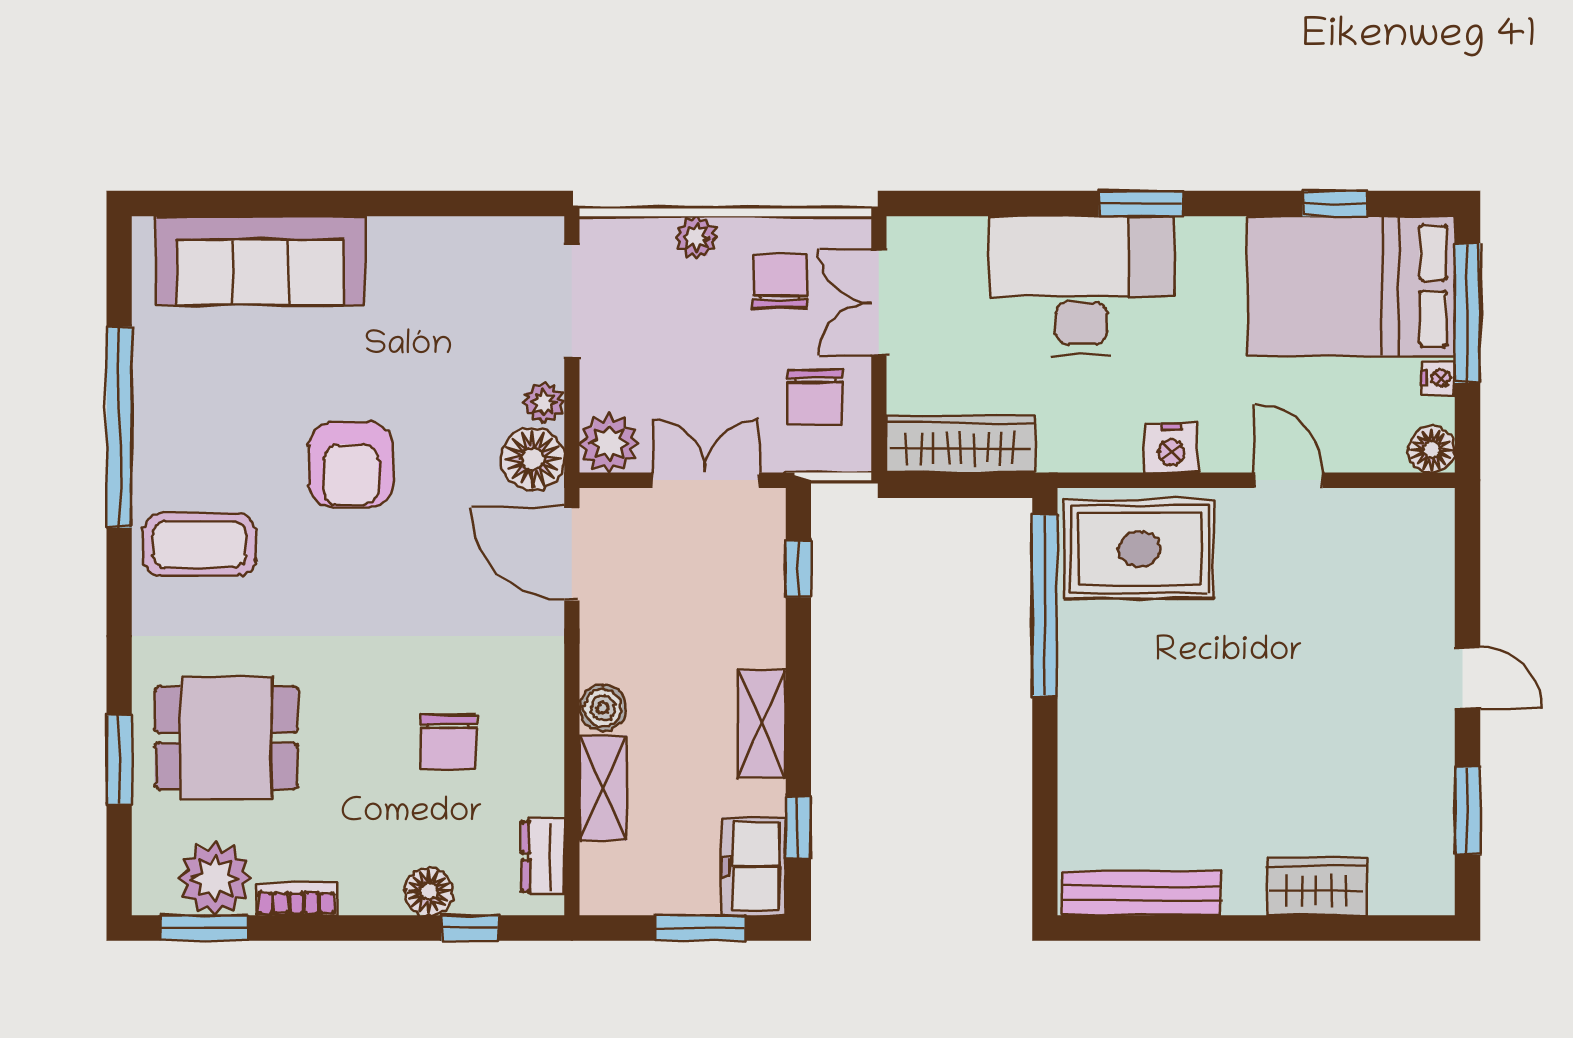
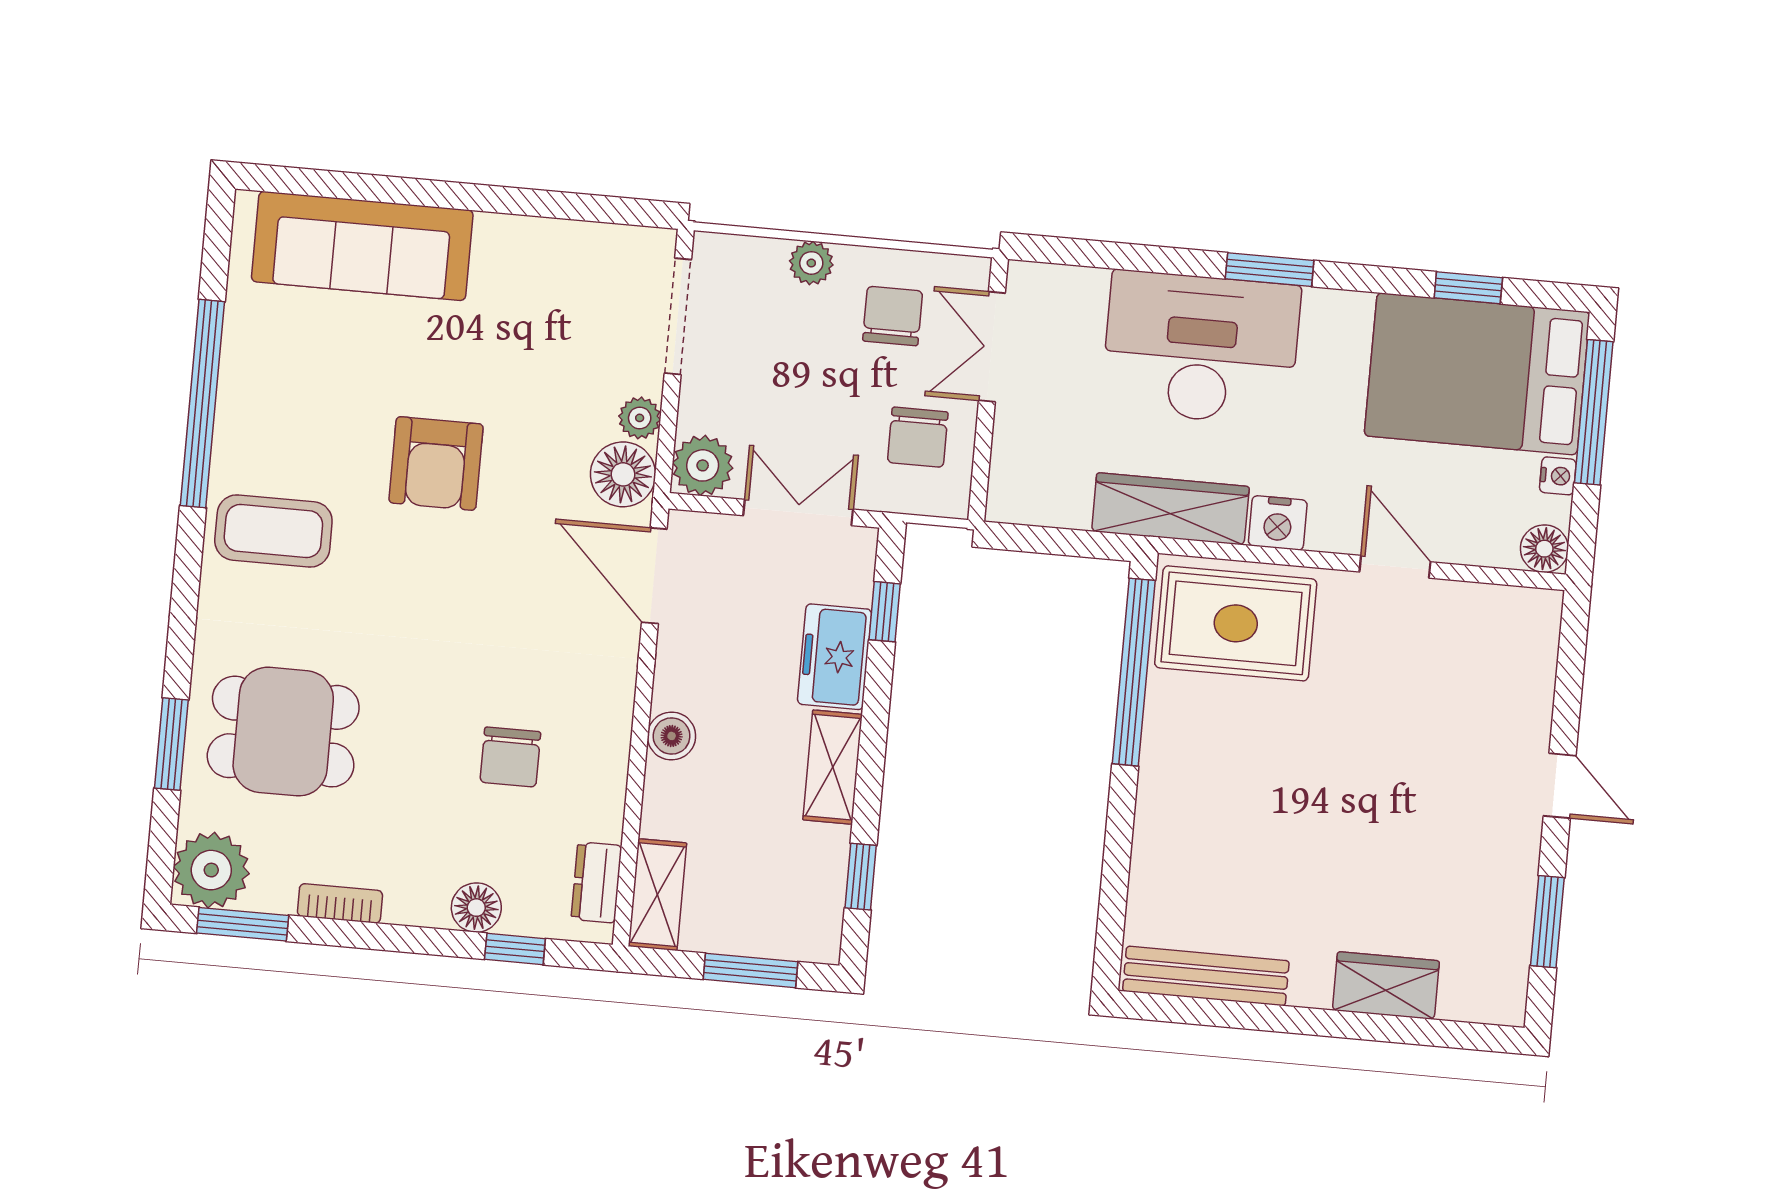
wardrobe: (961, 444) -> (1170, 509), moved
shelving: (603, 788) -> (657, 895), moved
freezer: (754, 866) -> (835, 657), moved
plant: (215, 878) -> (211, 870), moved

